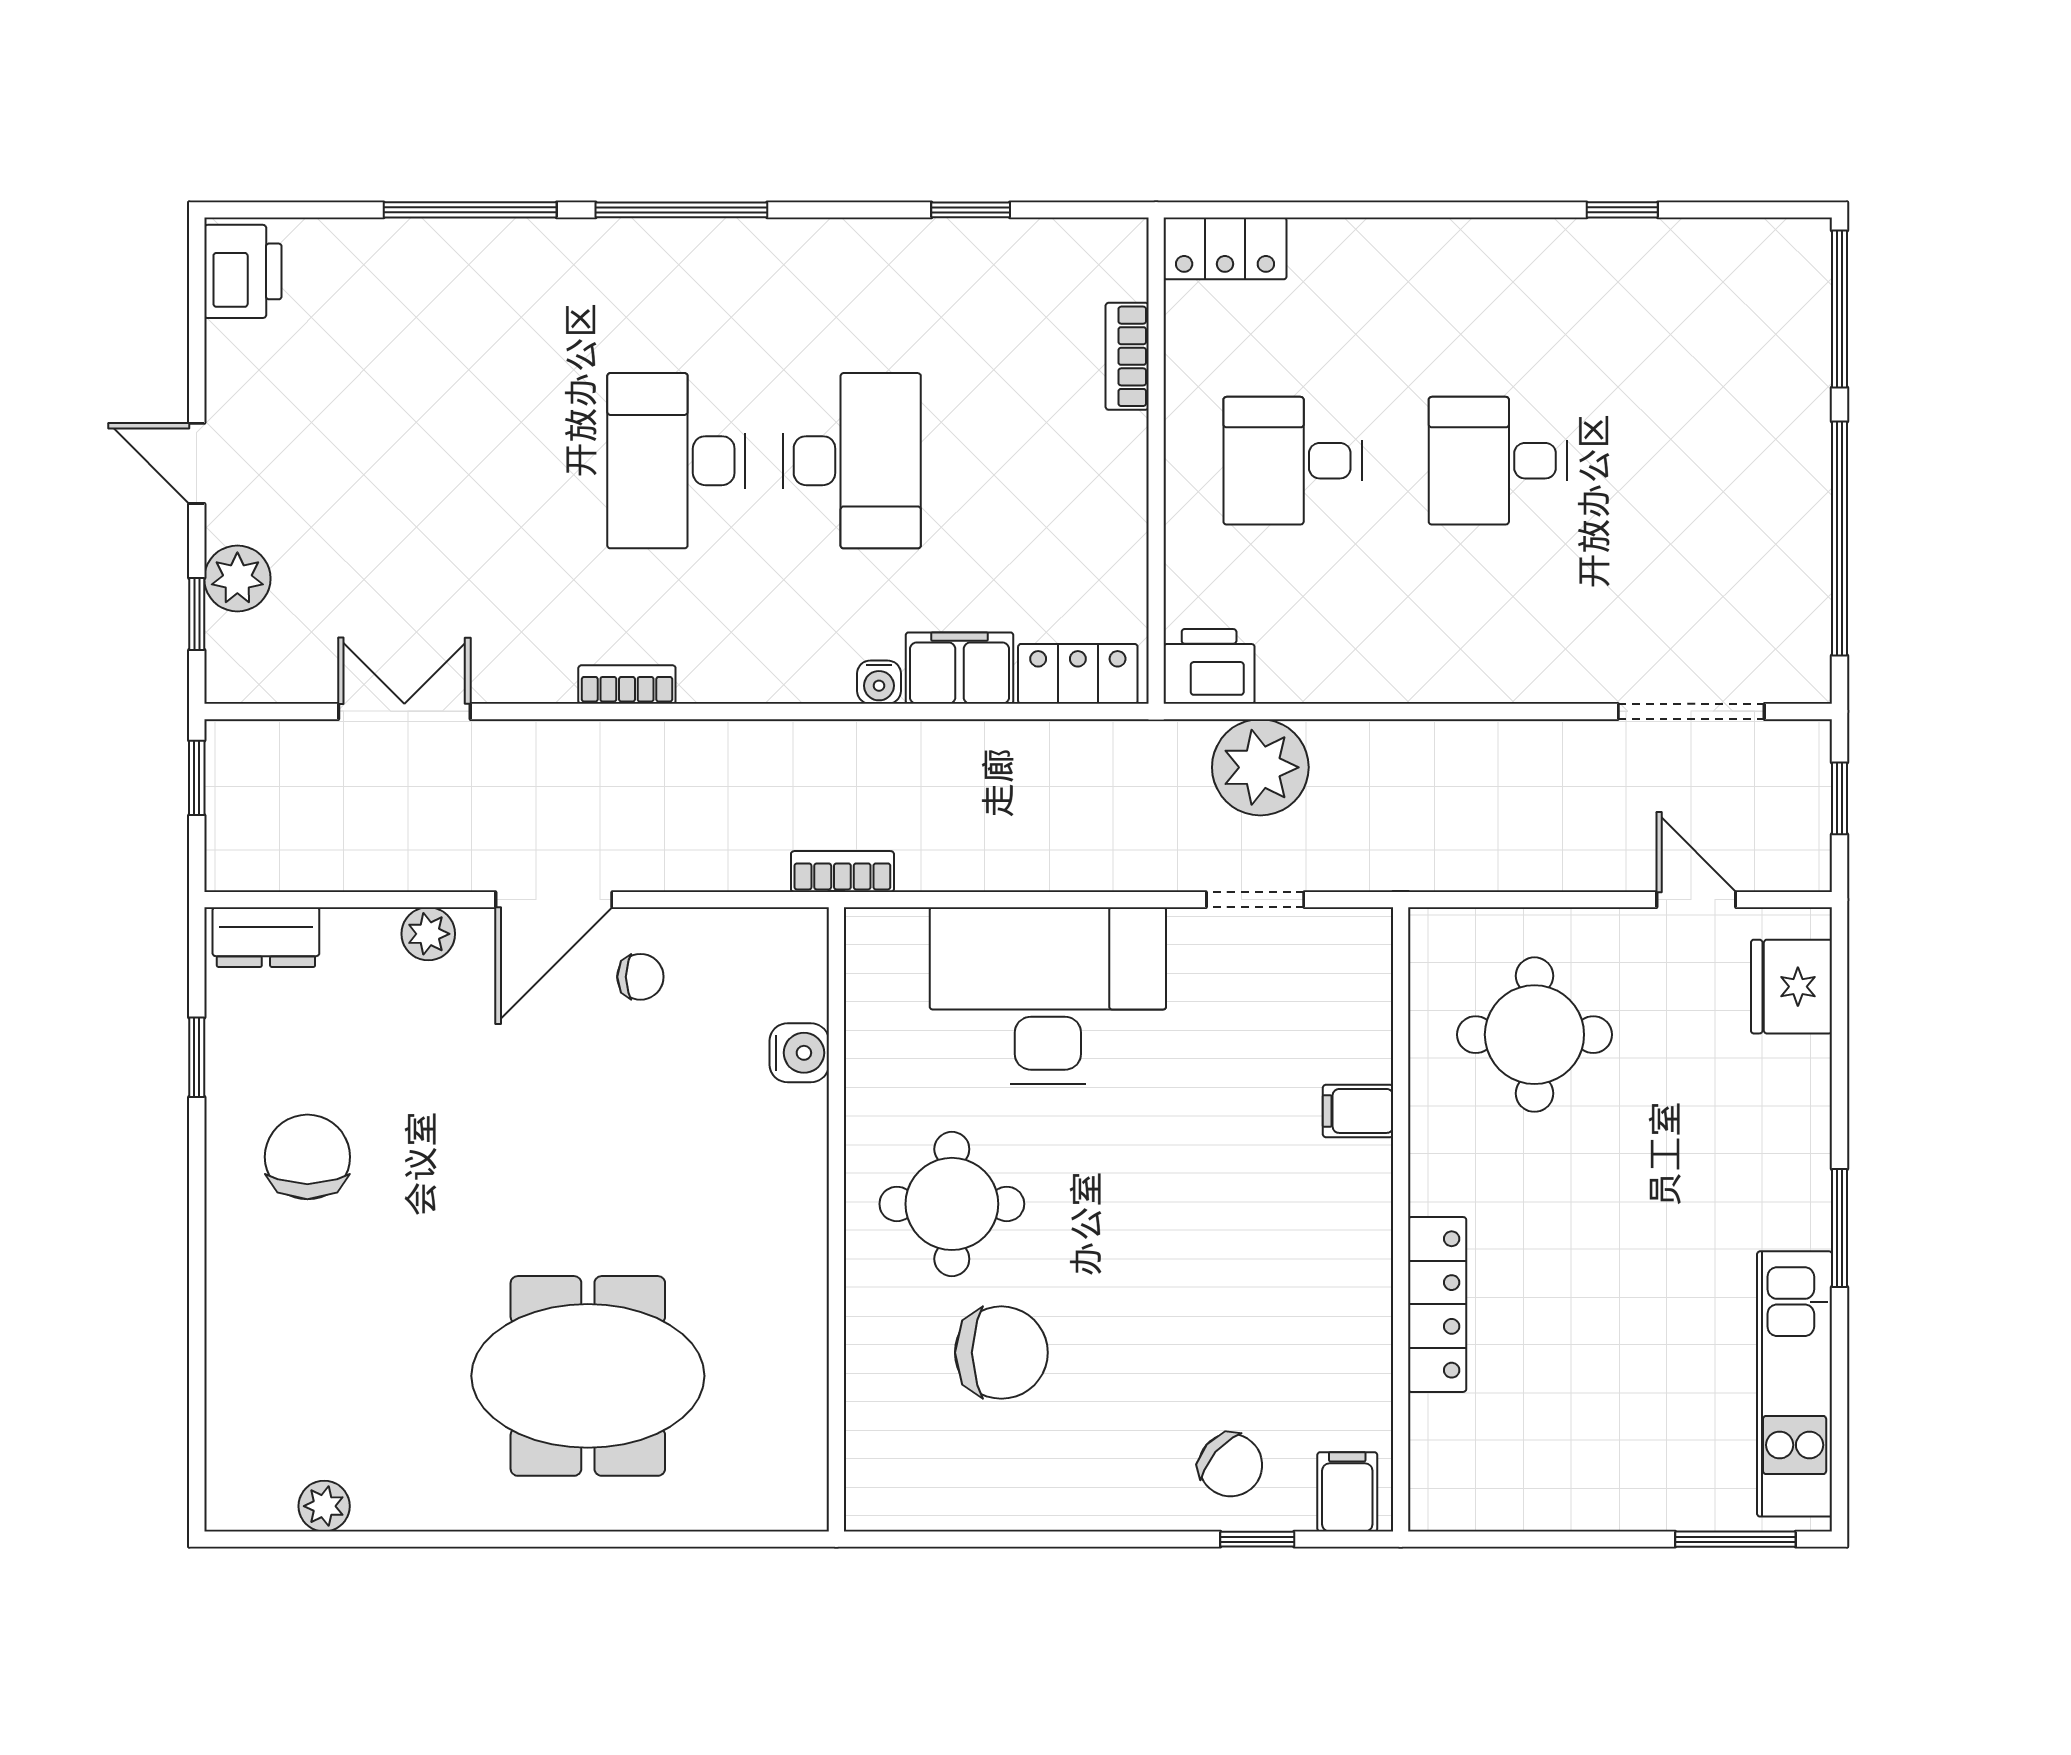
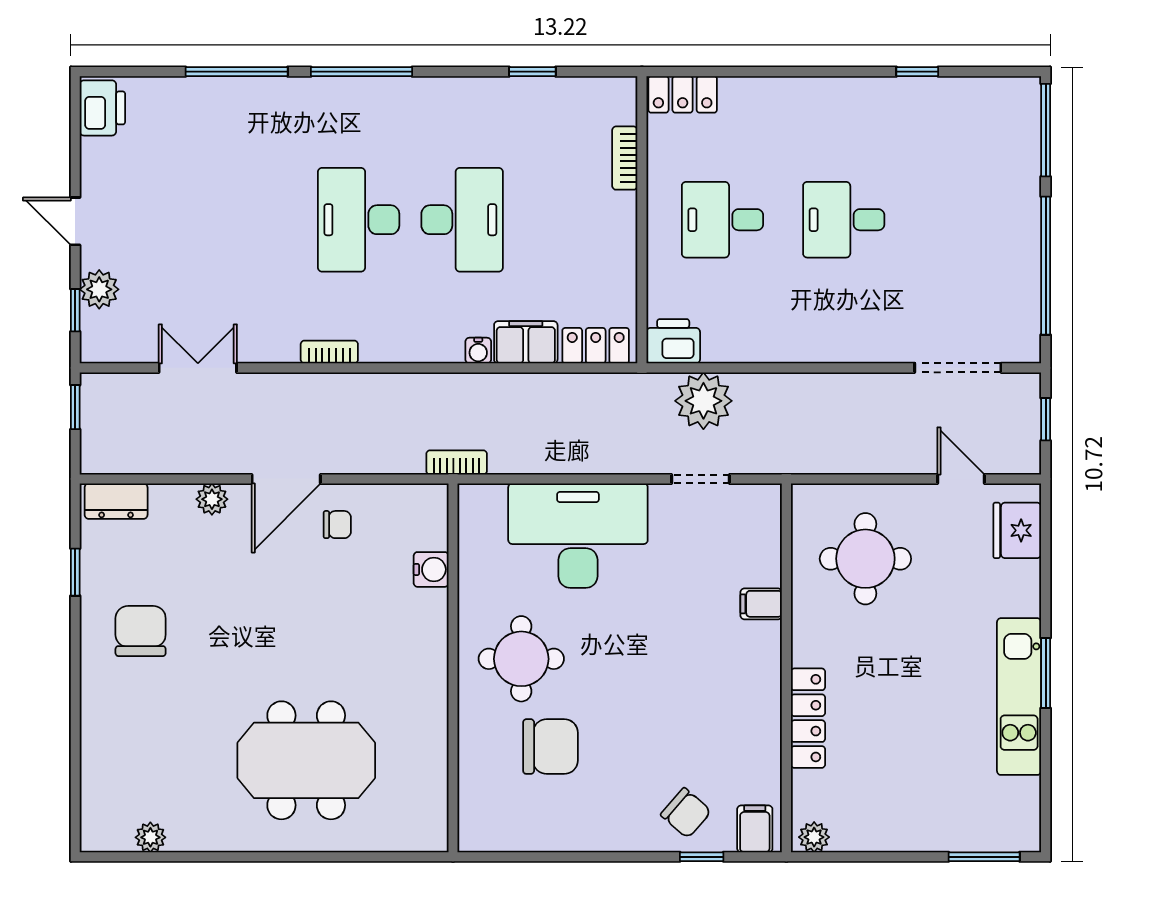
kitchen unit: (1795, 1384) -> (1019, 697), moved
plant: (1447, 1506) -> (814, 837), added

